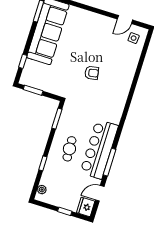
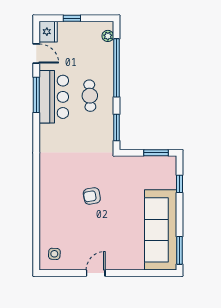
door: (125, 20) -> (96, 273), moved
bar counter: (99, 149) -> (54, 97), width x0.73
window: (43, 163) -> (116, 68), width x3.17
door: (100, 193) -> (36, 53), hinge flipped

